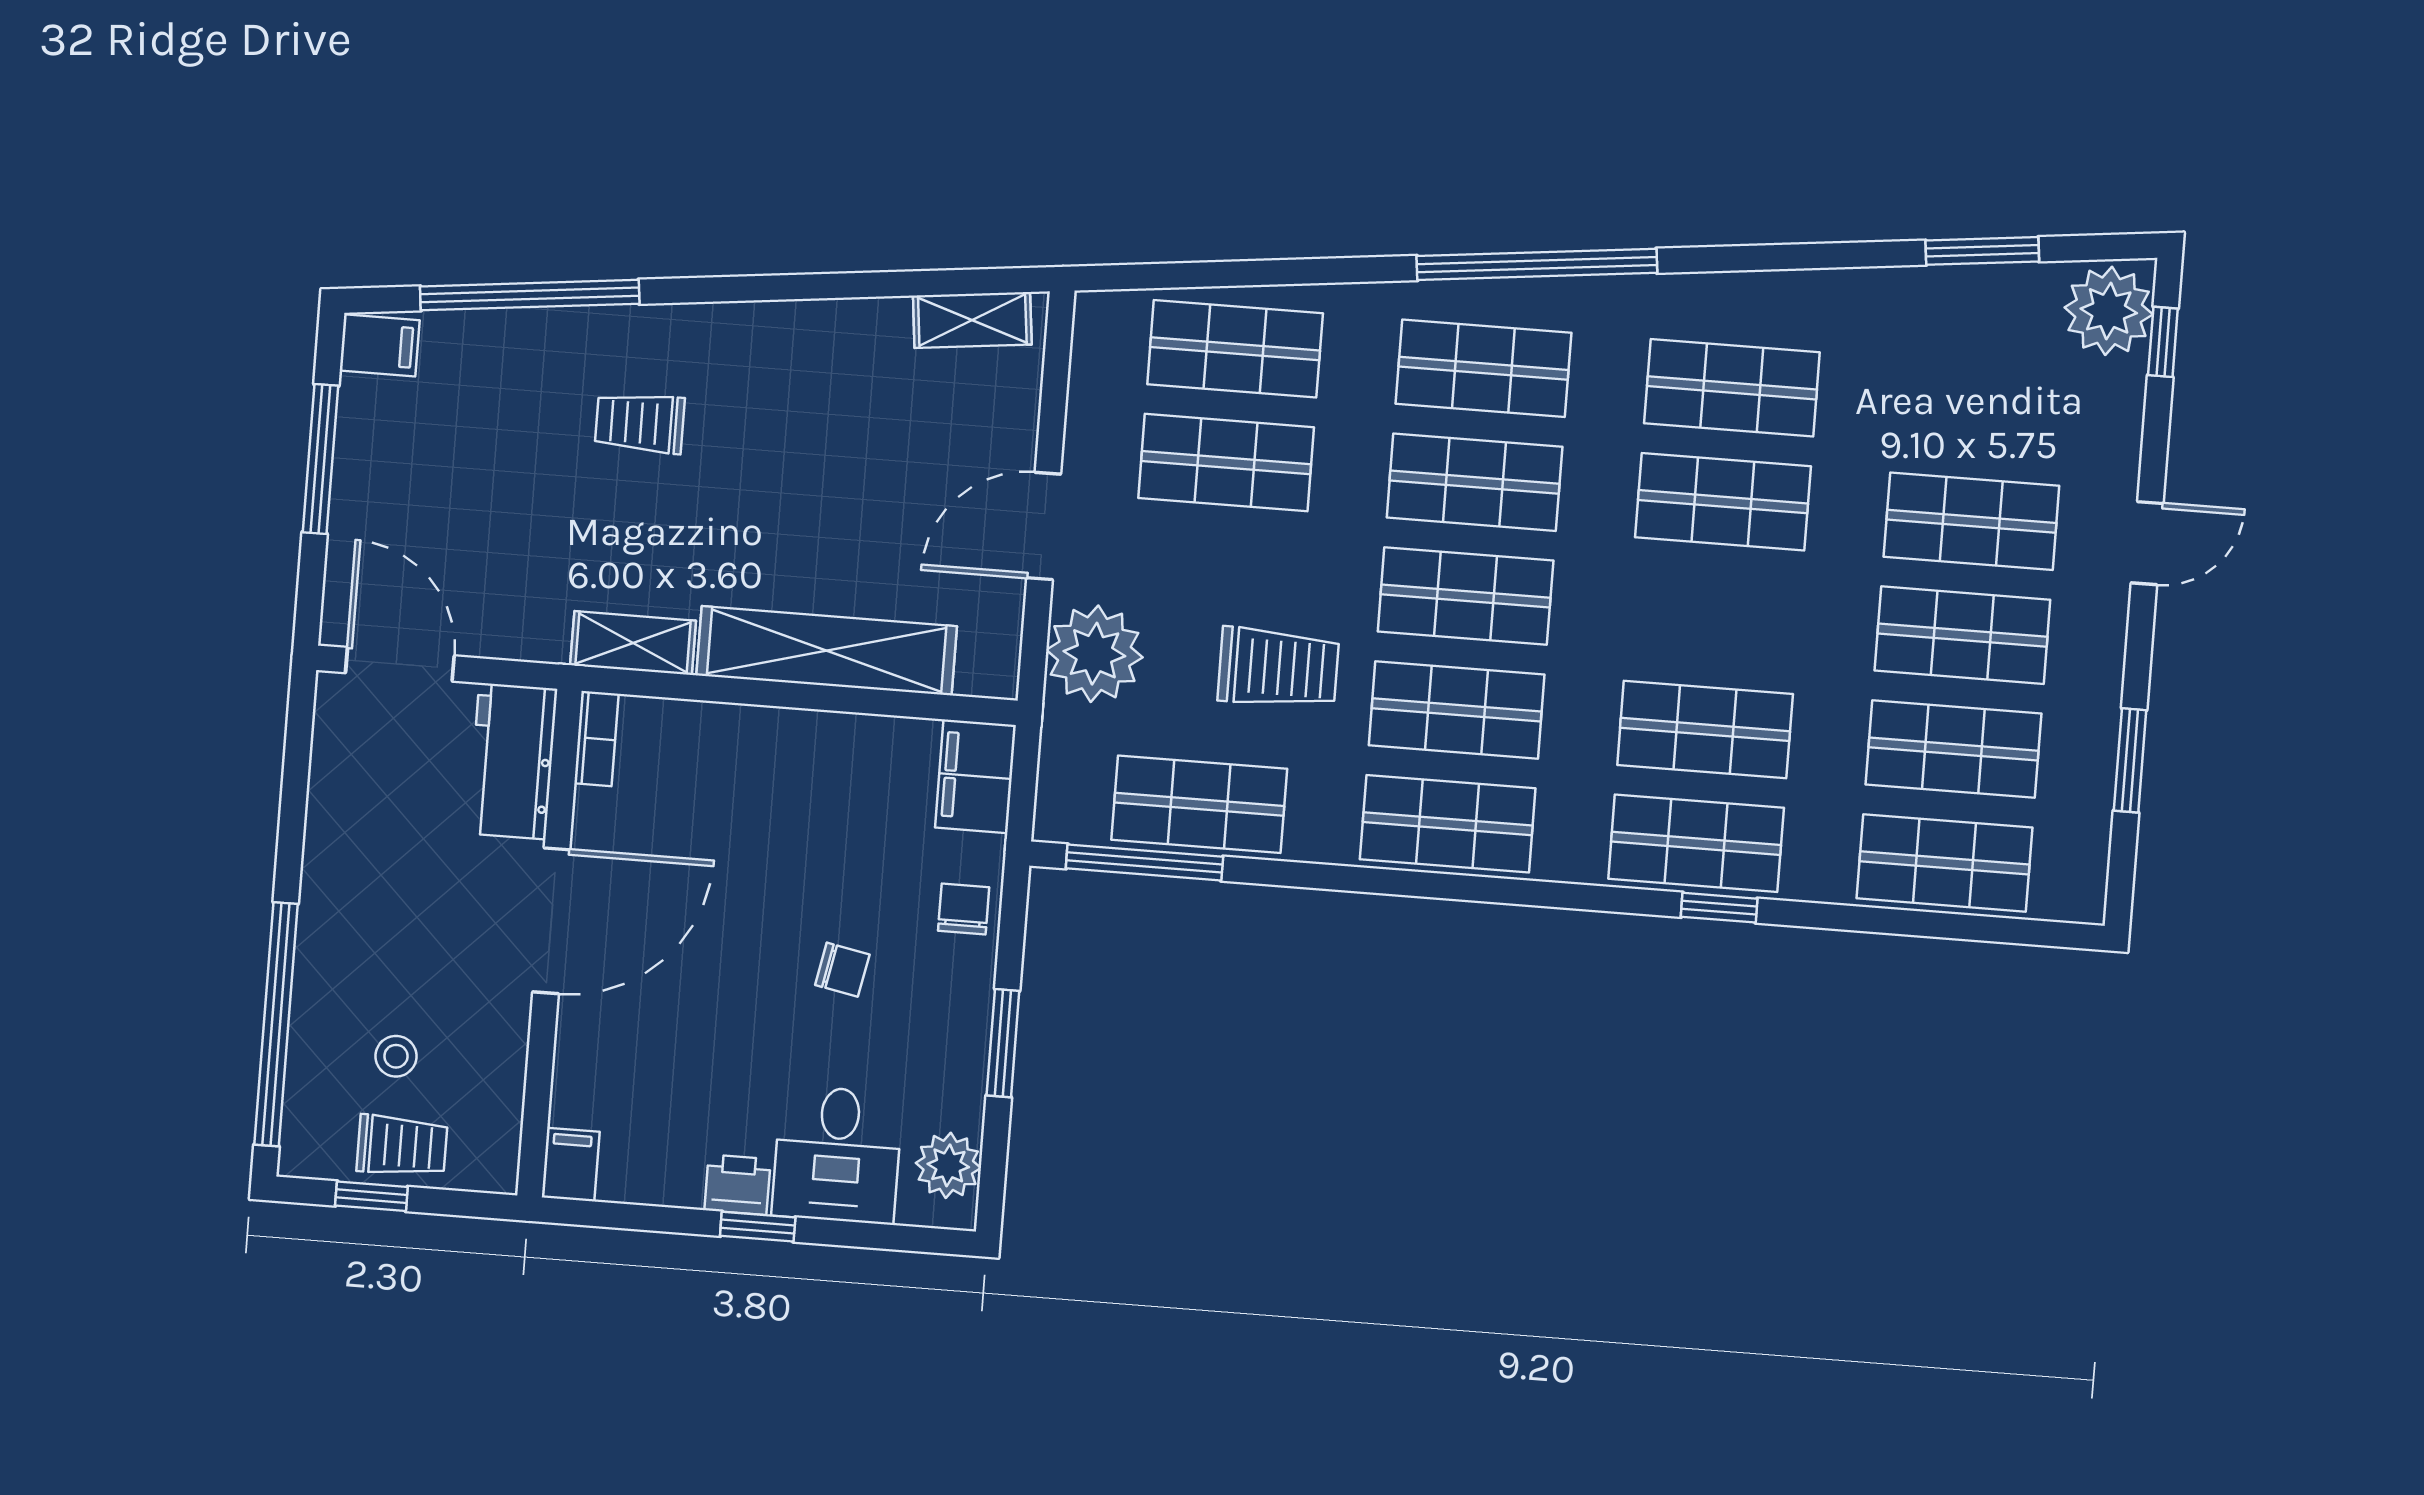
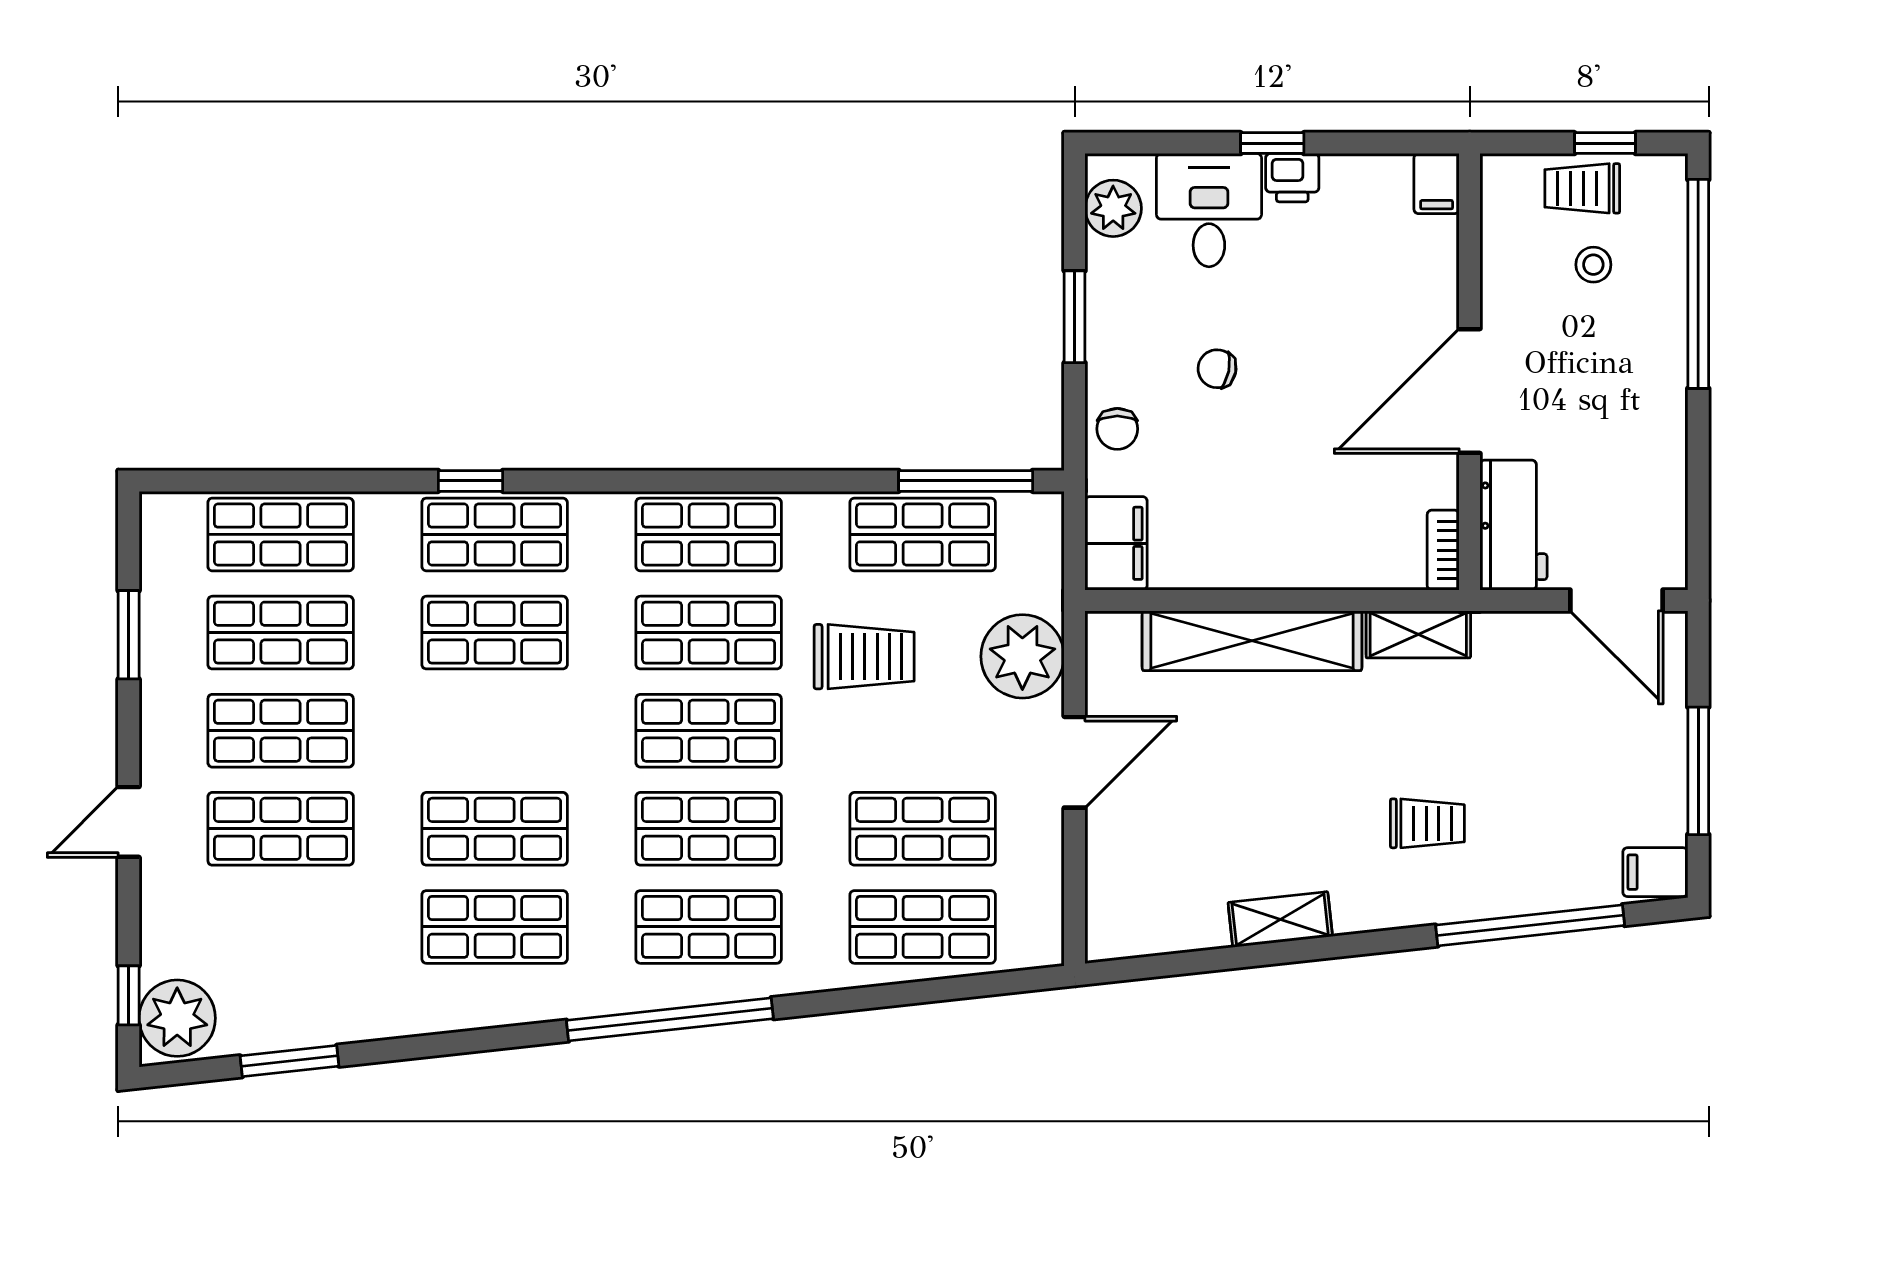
shelving: (972, 320) -> (1280, 919), moved
trolley: (1278, 668) -> (864, 657), turned 180

